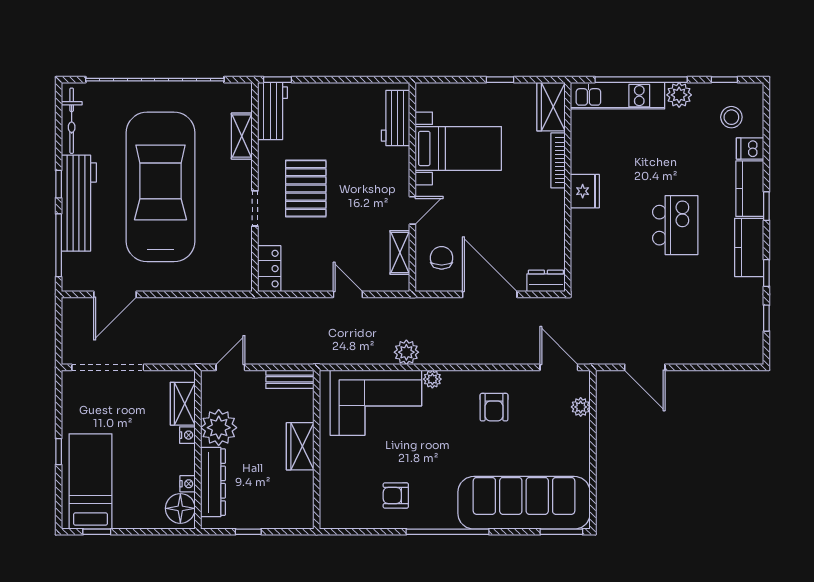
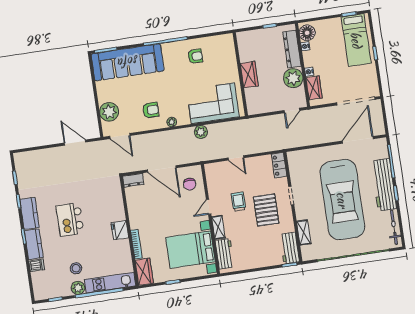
stool: (731, 117) -> (76, 268), moved
bed with nightstands: (458, 148) -> (190, 250), width x1.36
trolley: (355, 212) -> (238, 202), added
shelving: (400, 252) -> (218, 227), moved
door: (115, 294) -> (358, 140), width x1.36
bench: (290, 379) -> (260, 109), removed
plant: (432, 379) -> (172, 122), moved
armchair: (494, 407) -> (151, 110), turned 90
plant: (581, 407) -> (109, 112), width x1.87, depth x1.87

